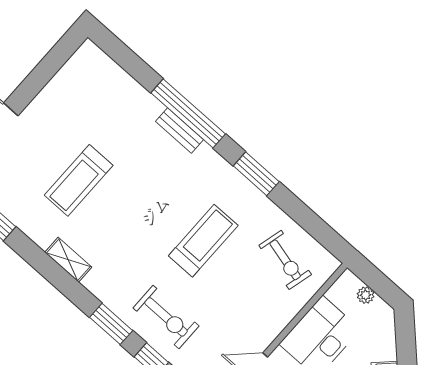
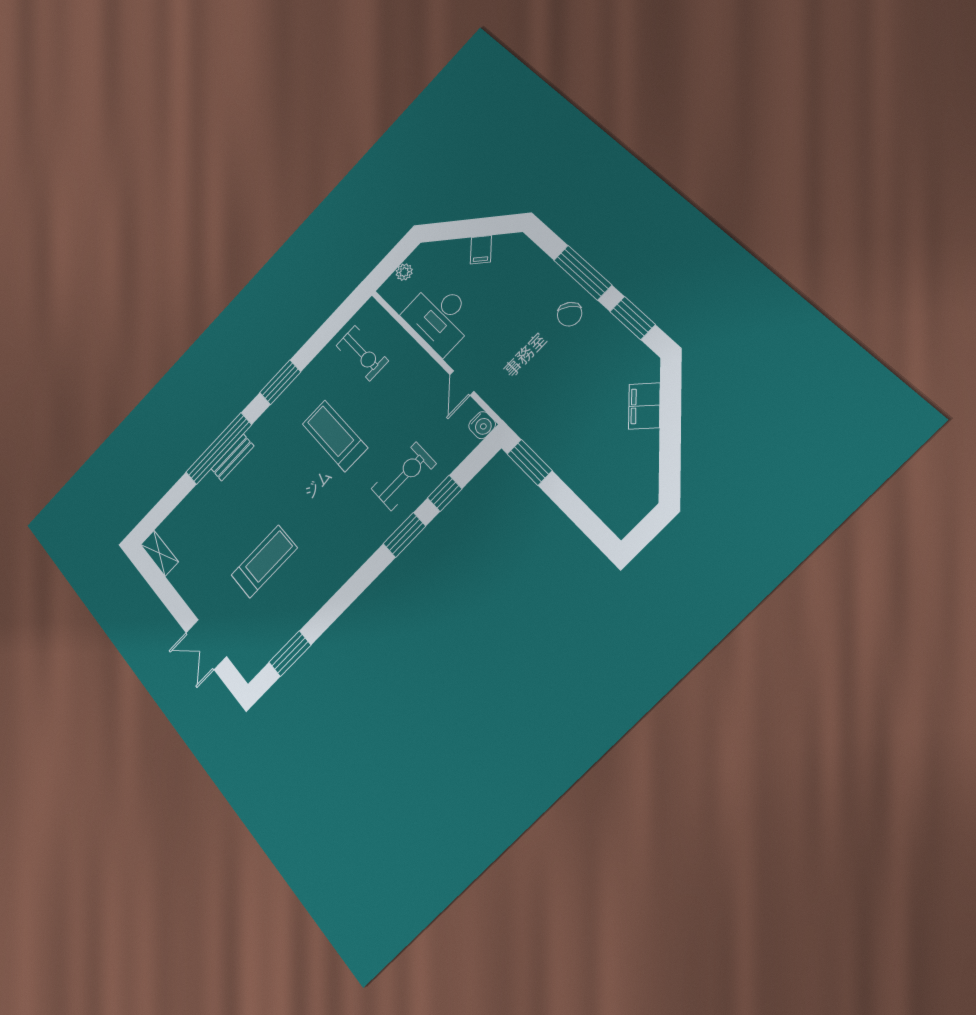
treadmill: (79, 180) -> (264, 561), turned -90
shelving: (68, 260) -> (159, 553), moved, turned 90
exercise bike: (285, 260) -> (362, 353), turned 76

